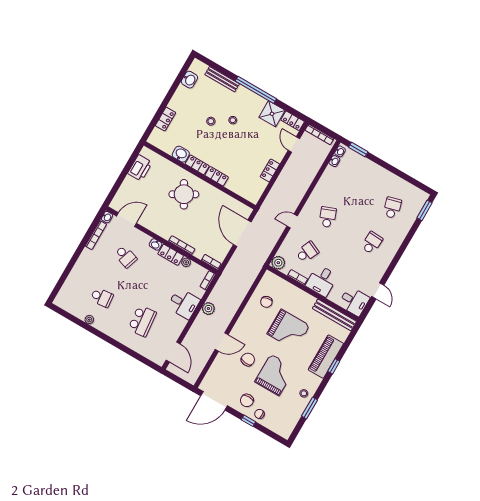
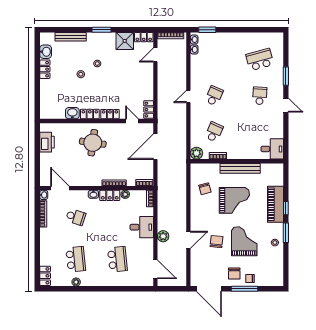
window: (256, 90) -> (102, 30), width x0.47
locker: (165, 119) -> (45, 69), moved
door: (294, 145) -> (155, 55), hinge flipped
locker: (270, 170) -> (149, 110), moved
round table: (184, 194) -> (93, 143), turned 38
door: (234, 195) -> (132, 121), added
school desk: (392, 208) -> (260, 60), width x1.85
window: (425, 210) -> (286, 76), moved
school desk: (328, 217) -> (214, 96), turned 45
door: (126, 220) -> (60, 188), hinge flipped
door: (292, 221) -> (188, 96), moved
door: (242, 233) -> (155, 147), hinge flipped
desk: (322, 281) -> (238, 148), removed
door: (378, 291) -> (286, 105), moved
locker: (63, 296) -> (45, 276), added
school desk: (102, 297) -> (76, 259), width x1.85
plant: (208, 309) -> (163, 236), moved
bench: (334, 315) -> (240, 168), moved
door: (214, 401) -> (209, 289), hinge flipped
window: (310, 408) -> (286, 233), moved
window: (248, 421) -> (244, 289), width x2.17

